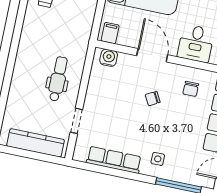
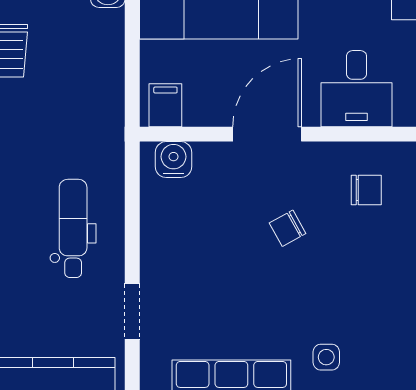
door: (152, 55) -> (267, 134), hinge flipped
chair: (191, 89) -> (366, 190), turned -90

